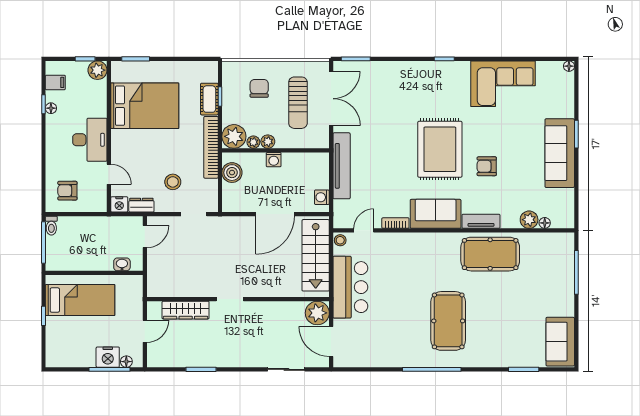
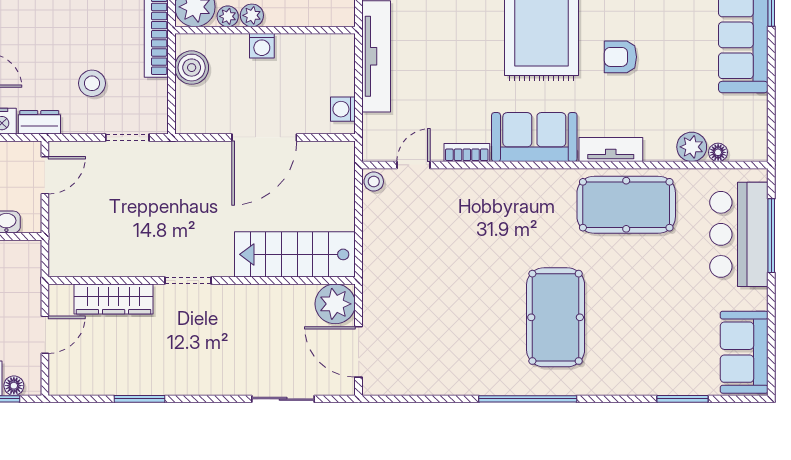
stairs: (316, 255) -> (295, 254), moved, turned 90
bar counter: (350, 287) -> (739, 234), moved, turned 180

